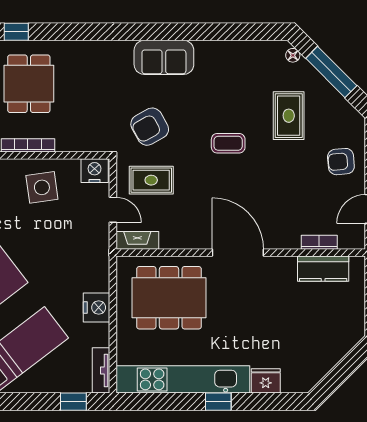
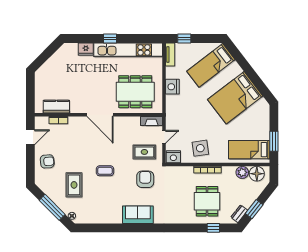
armchair: (150, 127) -> (145, 179), turned -61
door: (113, 210) -> (164, 137), swing flipped

